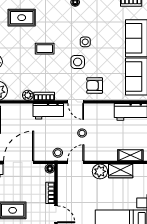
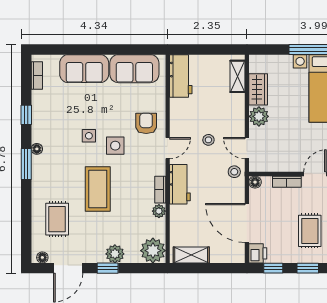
coffee table: (45, 49) -> (98, 189), width x1.86, depth x1.72
armchair: (95, 85) -> (146, 123), turned 180

